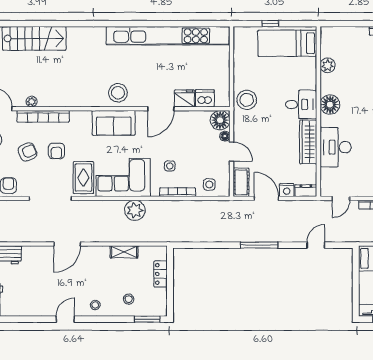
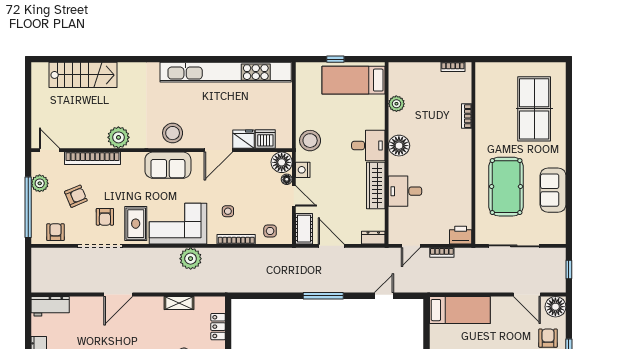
plant: (32, 102) -> (118, 137), moved, width x1.88, depth x1.88
desk: (336, 147) -> (405, 191), width x0.73
armchair: (56, 151) -> (105, 217), moved
nightstand: (287, 190) -> (303, 170), moved, turned 90

